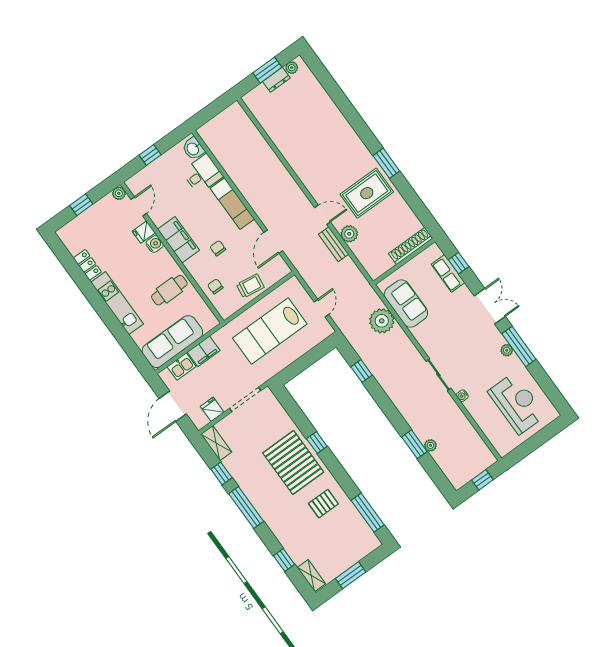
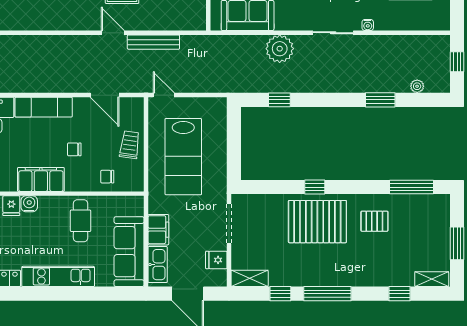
door: (323, 215) -> (113, 33), hinge flipped
plant: (349, 234) -> (147, 21), removed
bench: (334, 244) -> (153, 42), width x1.36
door: (321, 308) -> (164, 95), moved
plant: (382, 321) -> (280, 49), moved
kitchen sink: (182, 367) -> (158, 265), width x1.38
plant: (430, 445) -> (417, 86), moved
pallet: (323, 504) -> (374, 221), turned 90

